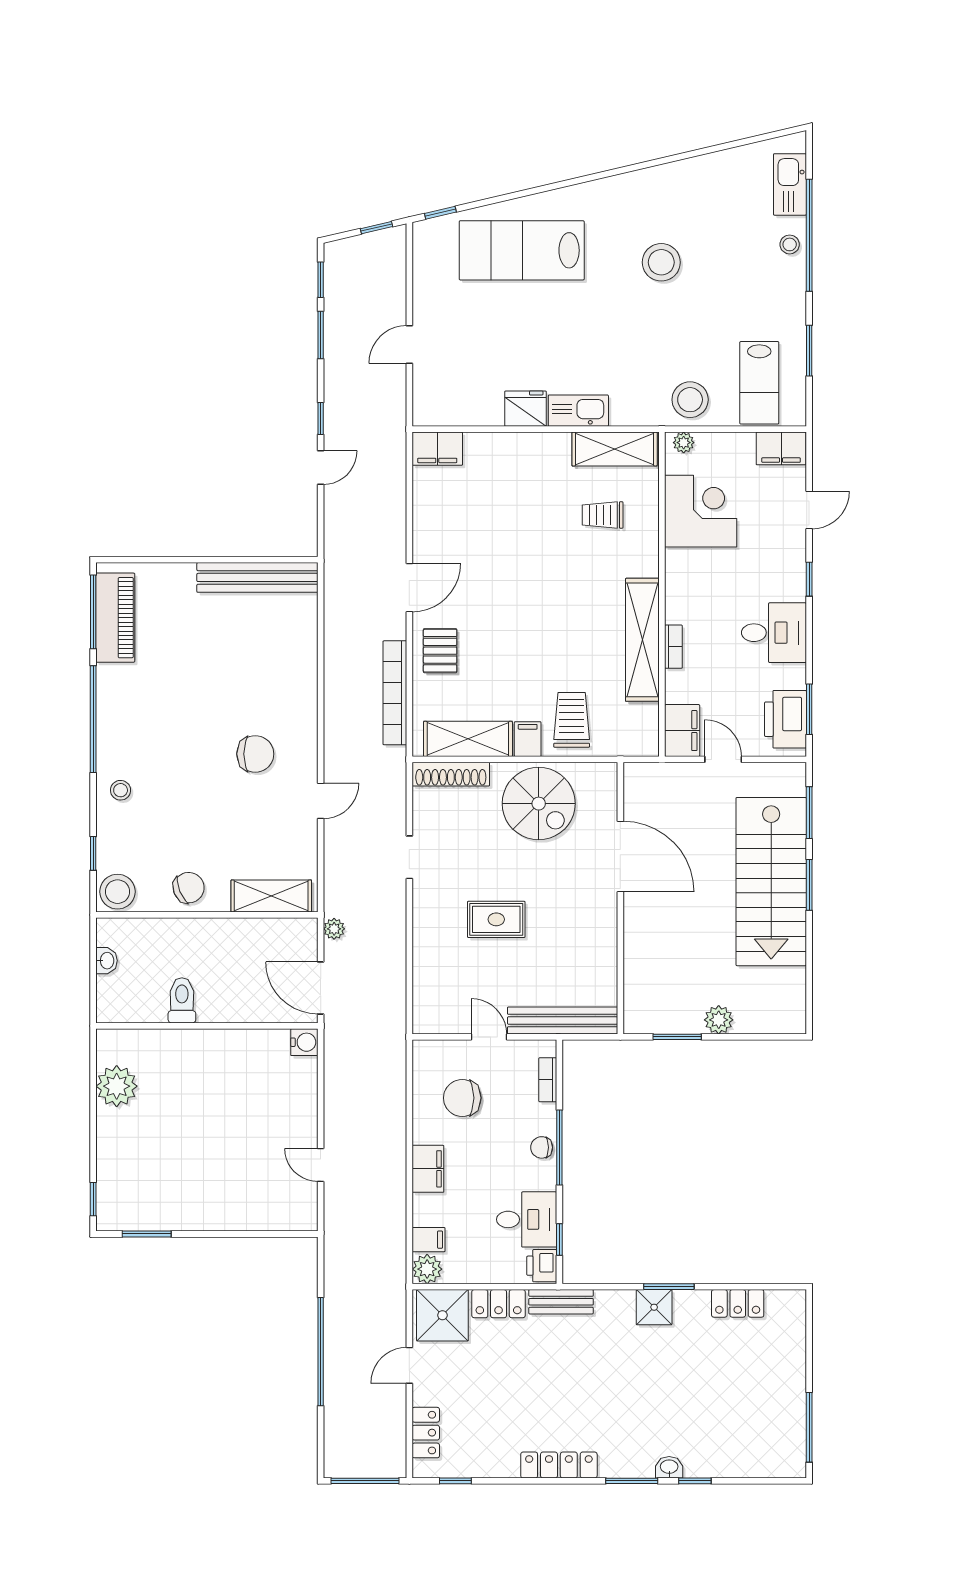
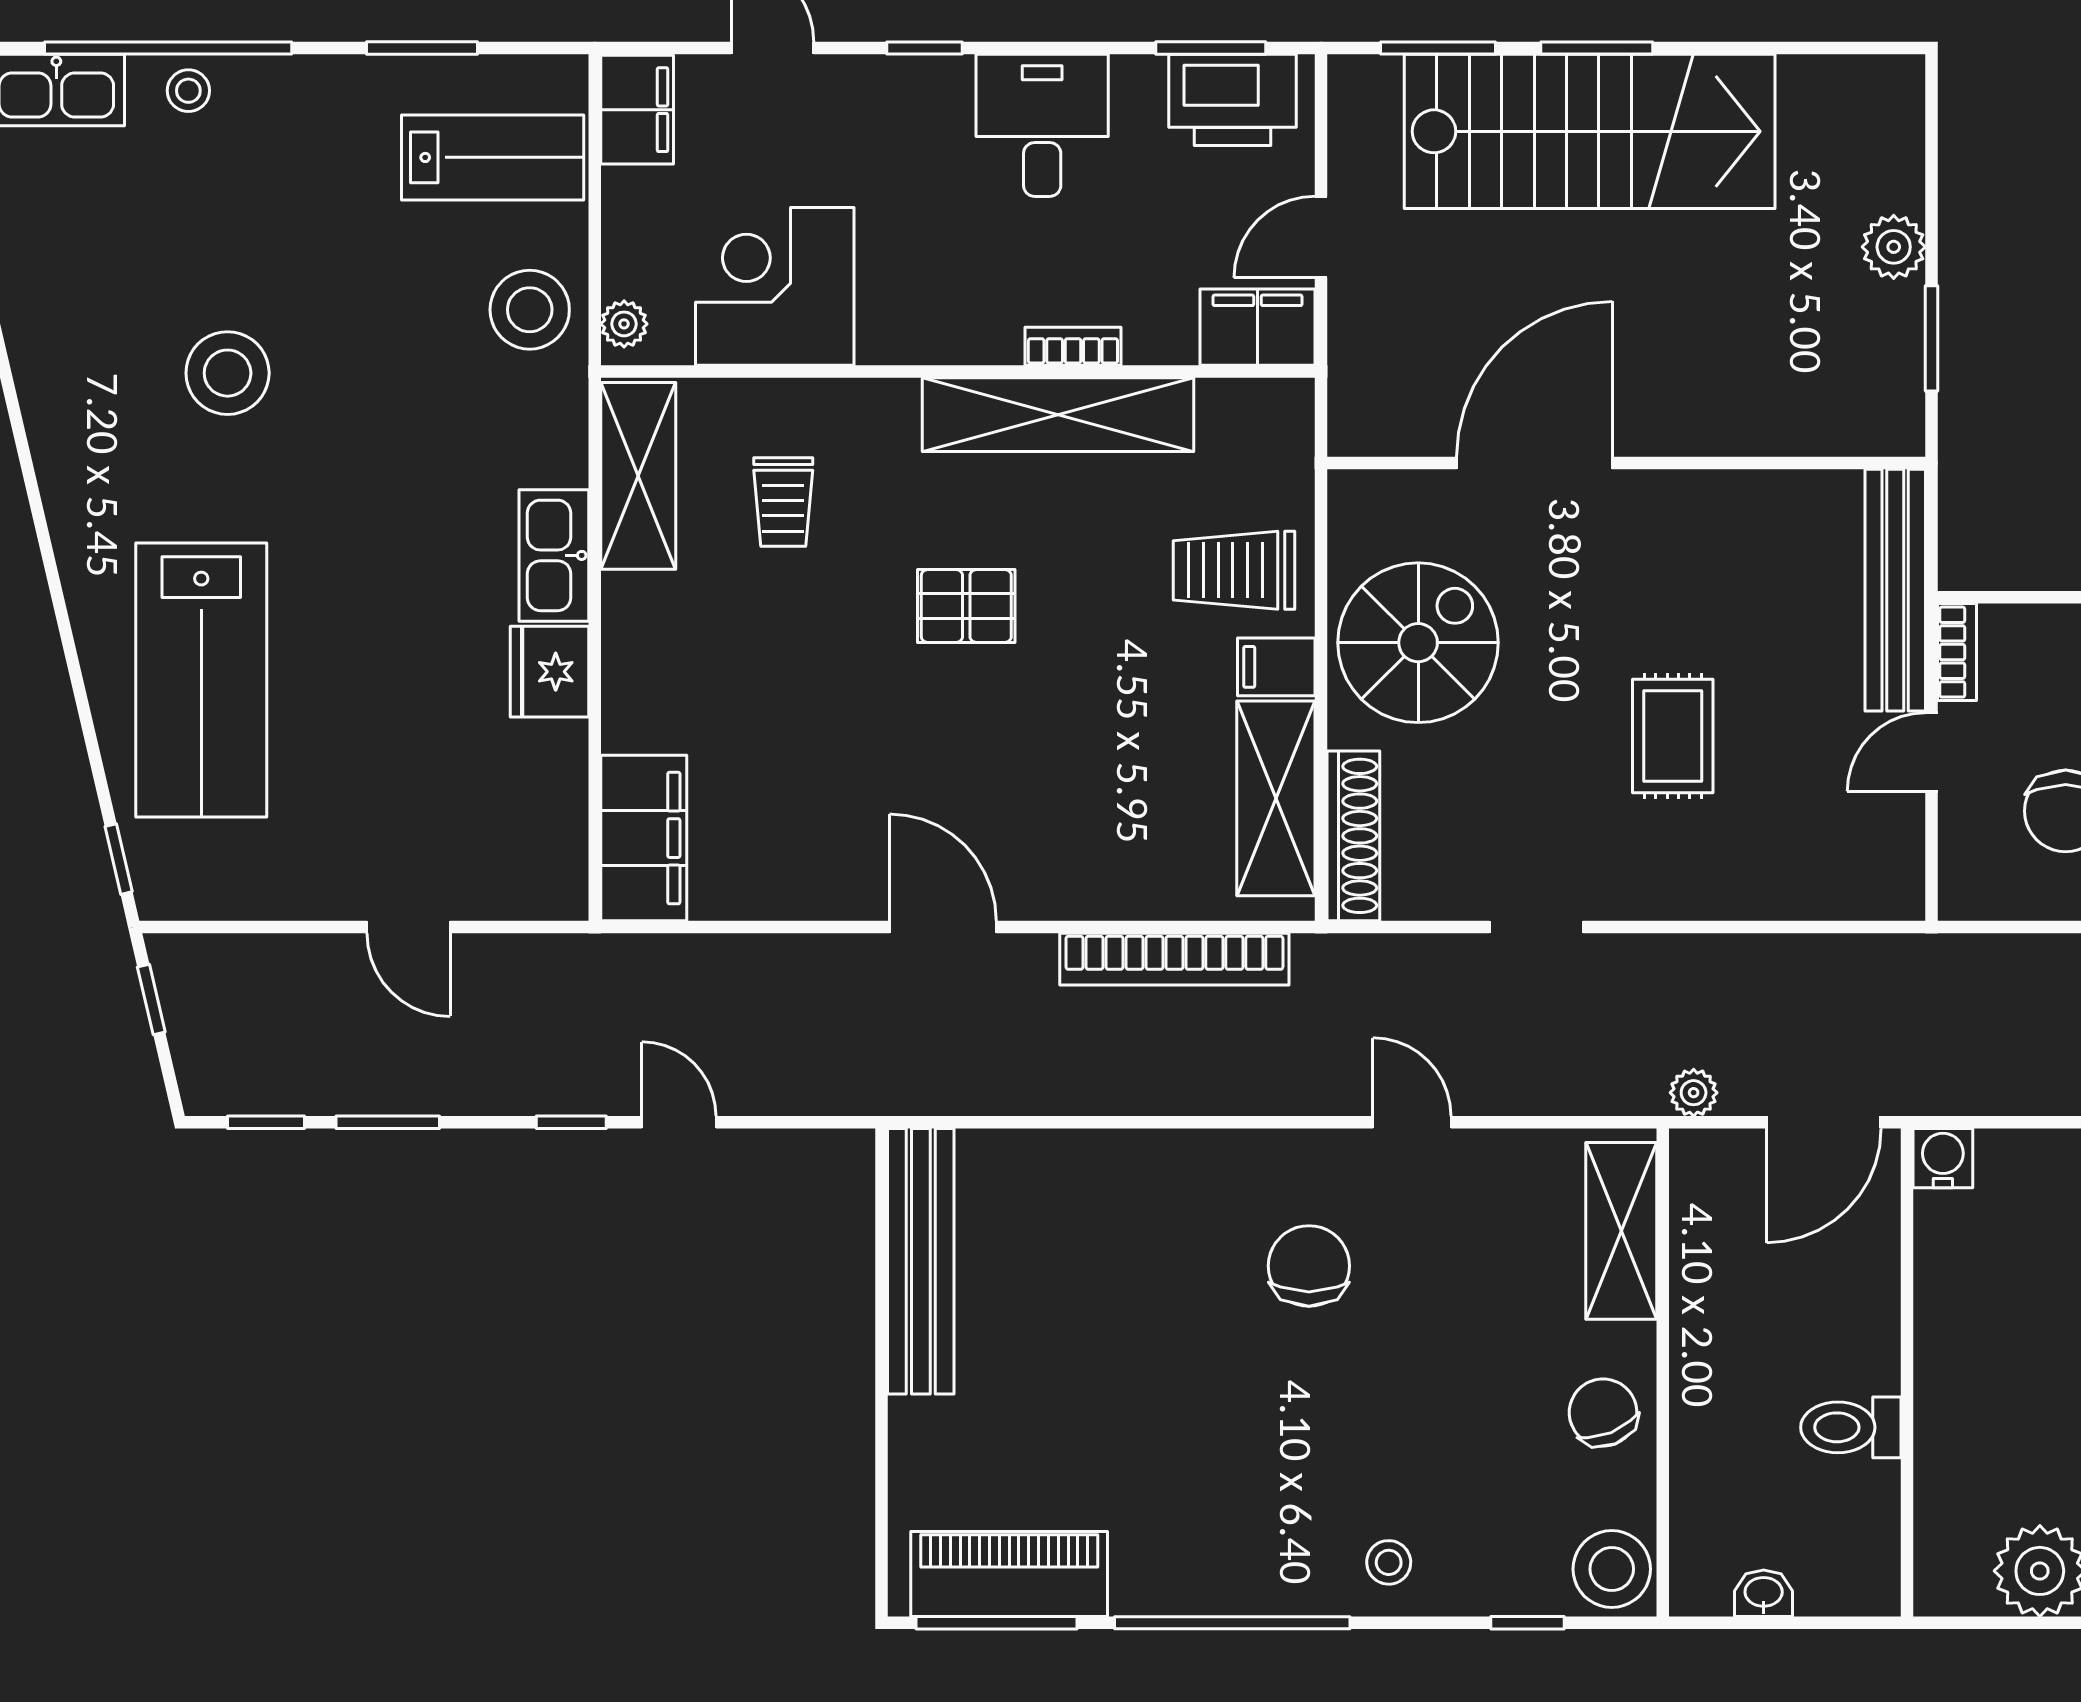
filing cabinet: (437, 449) -> (644, 838), width x1.50, depth x1.17
pallet: (440, 651) -> (966, 606), moved
bookcase: (548, 1080) -> (1957, 652), moved, turned -90

